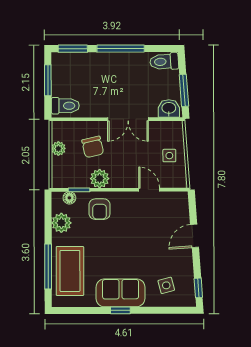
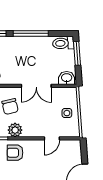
window: (184, 90) -> (77, 53), moved
door: (149, 190) -> (52, 138), swing flipped
armchair: (100, 209) -> (15, 153), turned 90

